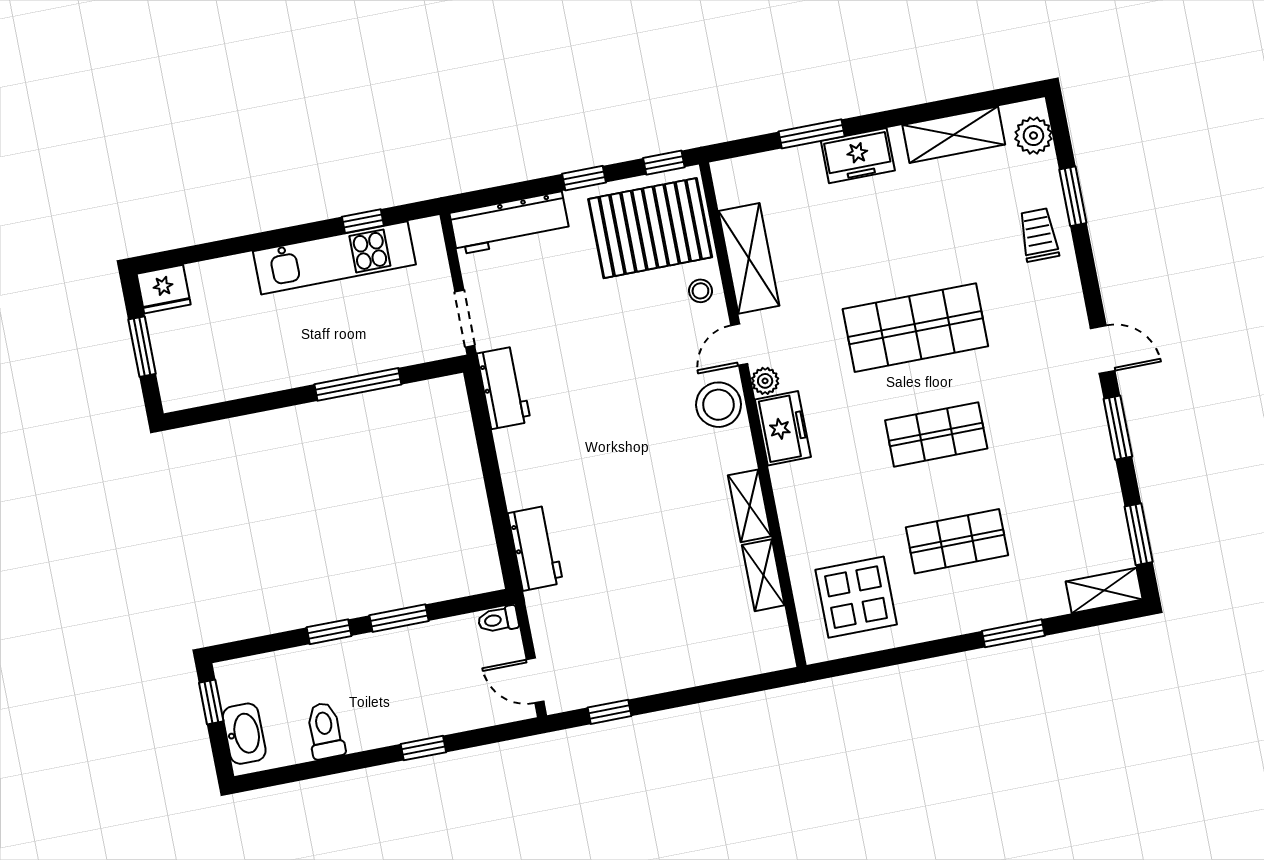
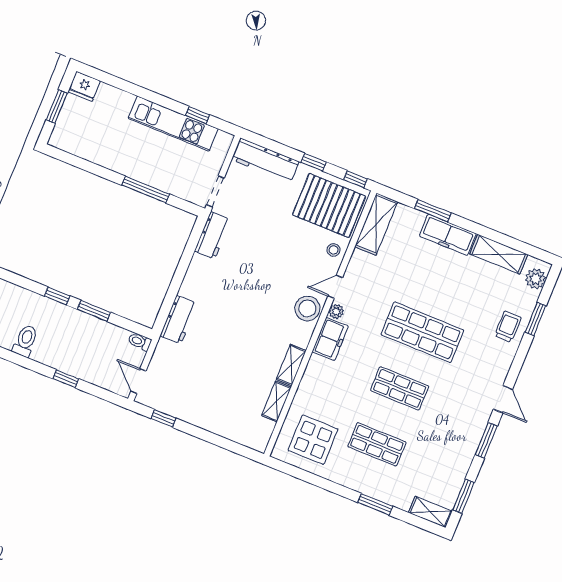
freezer: (858, 156) -> (448, 235), width x1.40
shelving: (749, 258) -> (376, 224), moved

